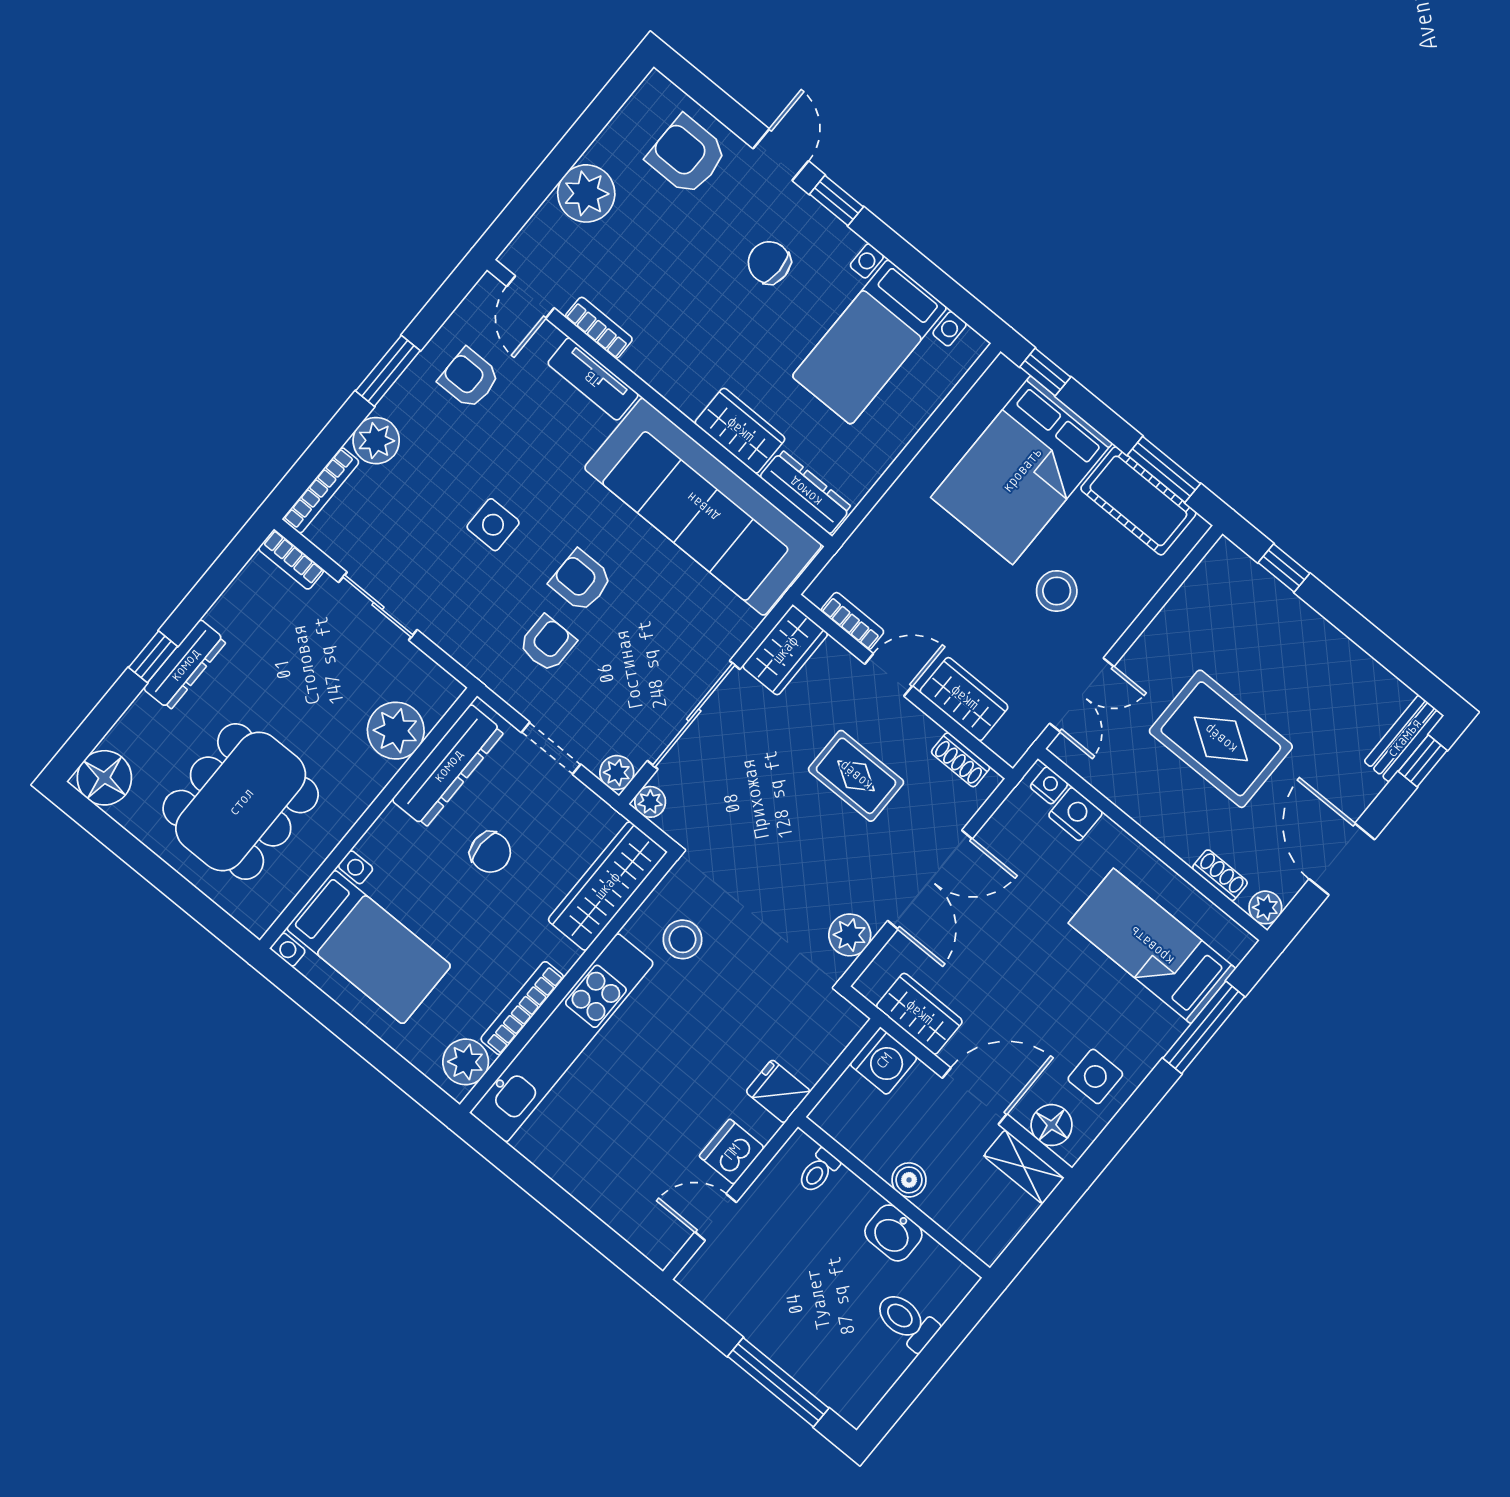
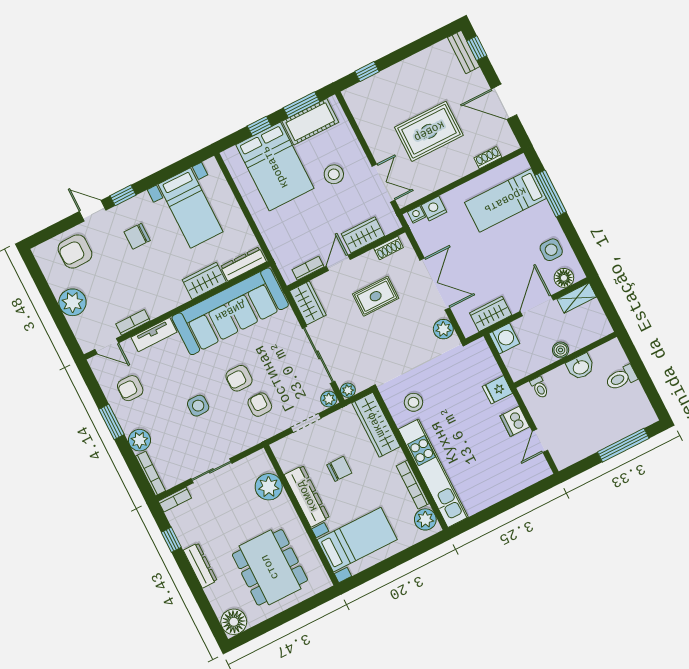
window: (1045, 372) -> (259, 126), moved
window: (153, 657) -> (171, 540), moved
dresser: (448, 766) -> (307, 496), moved
plant: (1265, 907) -> (510, 144), removed

